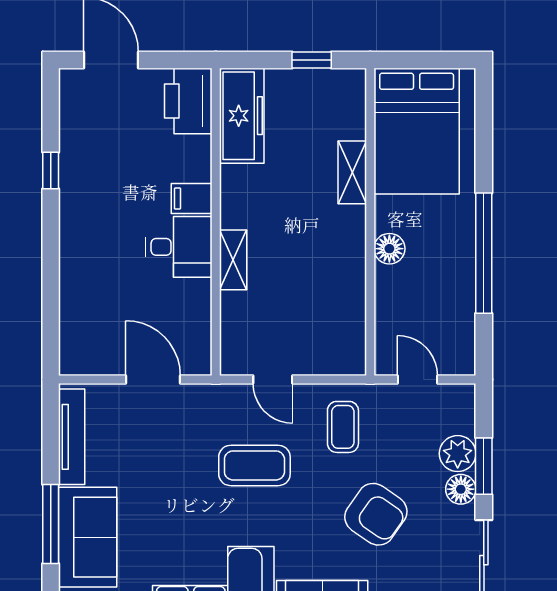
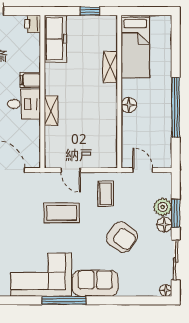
printer: (188, 101) -> (32, 24), width x0.53, depth x0.68
bed: (417, 131) -> (135, 46), width x0.67

